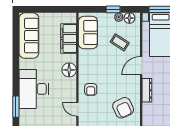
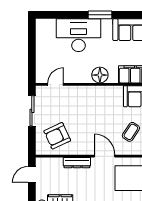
armchair: (91, 89) -> (78, 99), removed
window: (16, 107) -> (100, 15), moved

